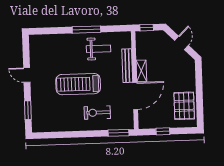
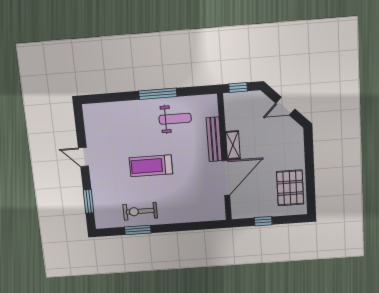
door: (181, 43) -> (285, 106), swing flipped
treadmill: (78, 84) -> (151, 166), width x0.73, depth x0.73
exercise bike: (97, 113) -> (140, 211), moved
window: (119, 133) -> (138, 230), moved

